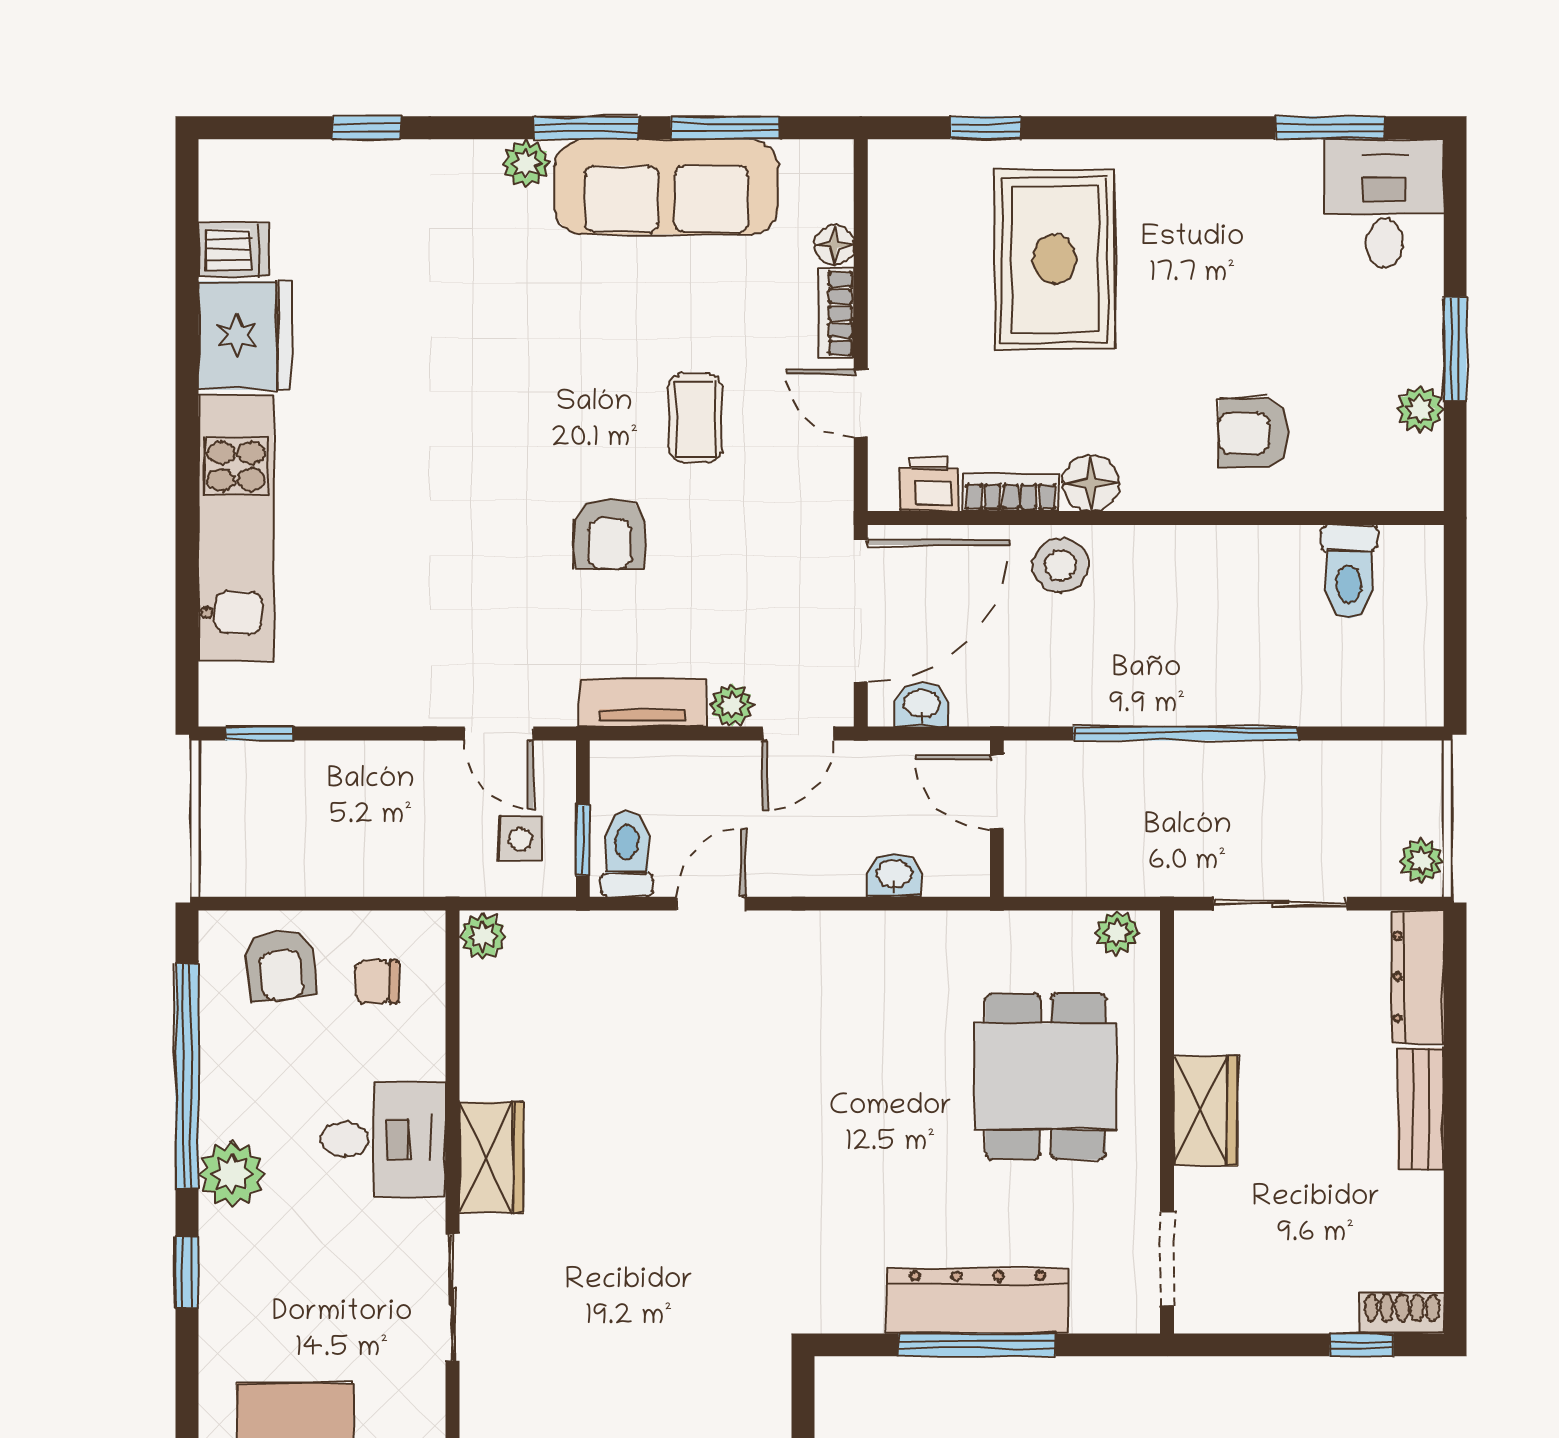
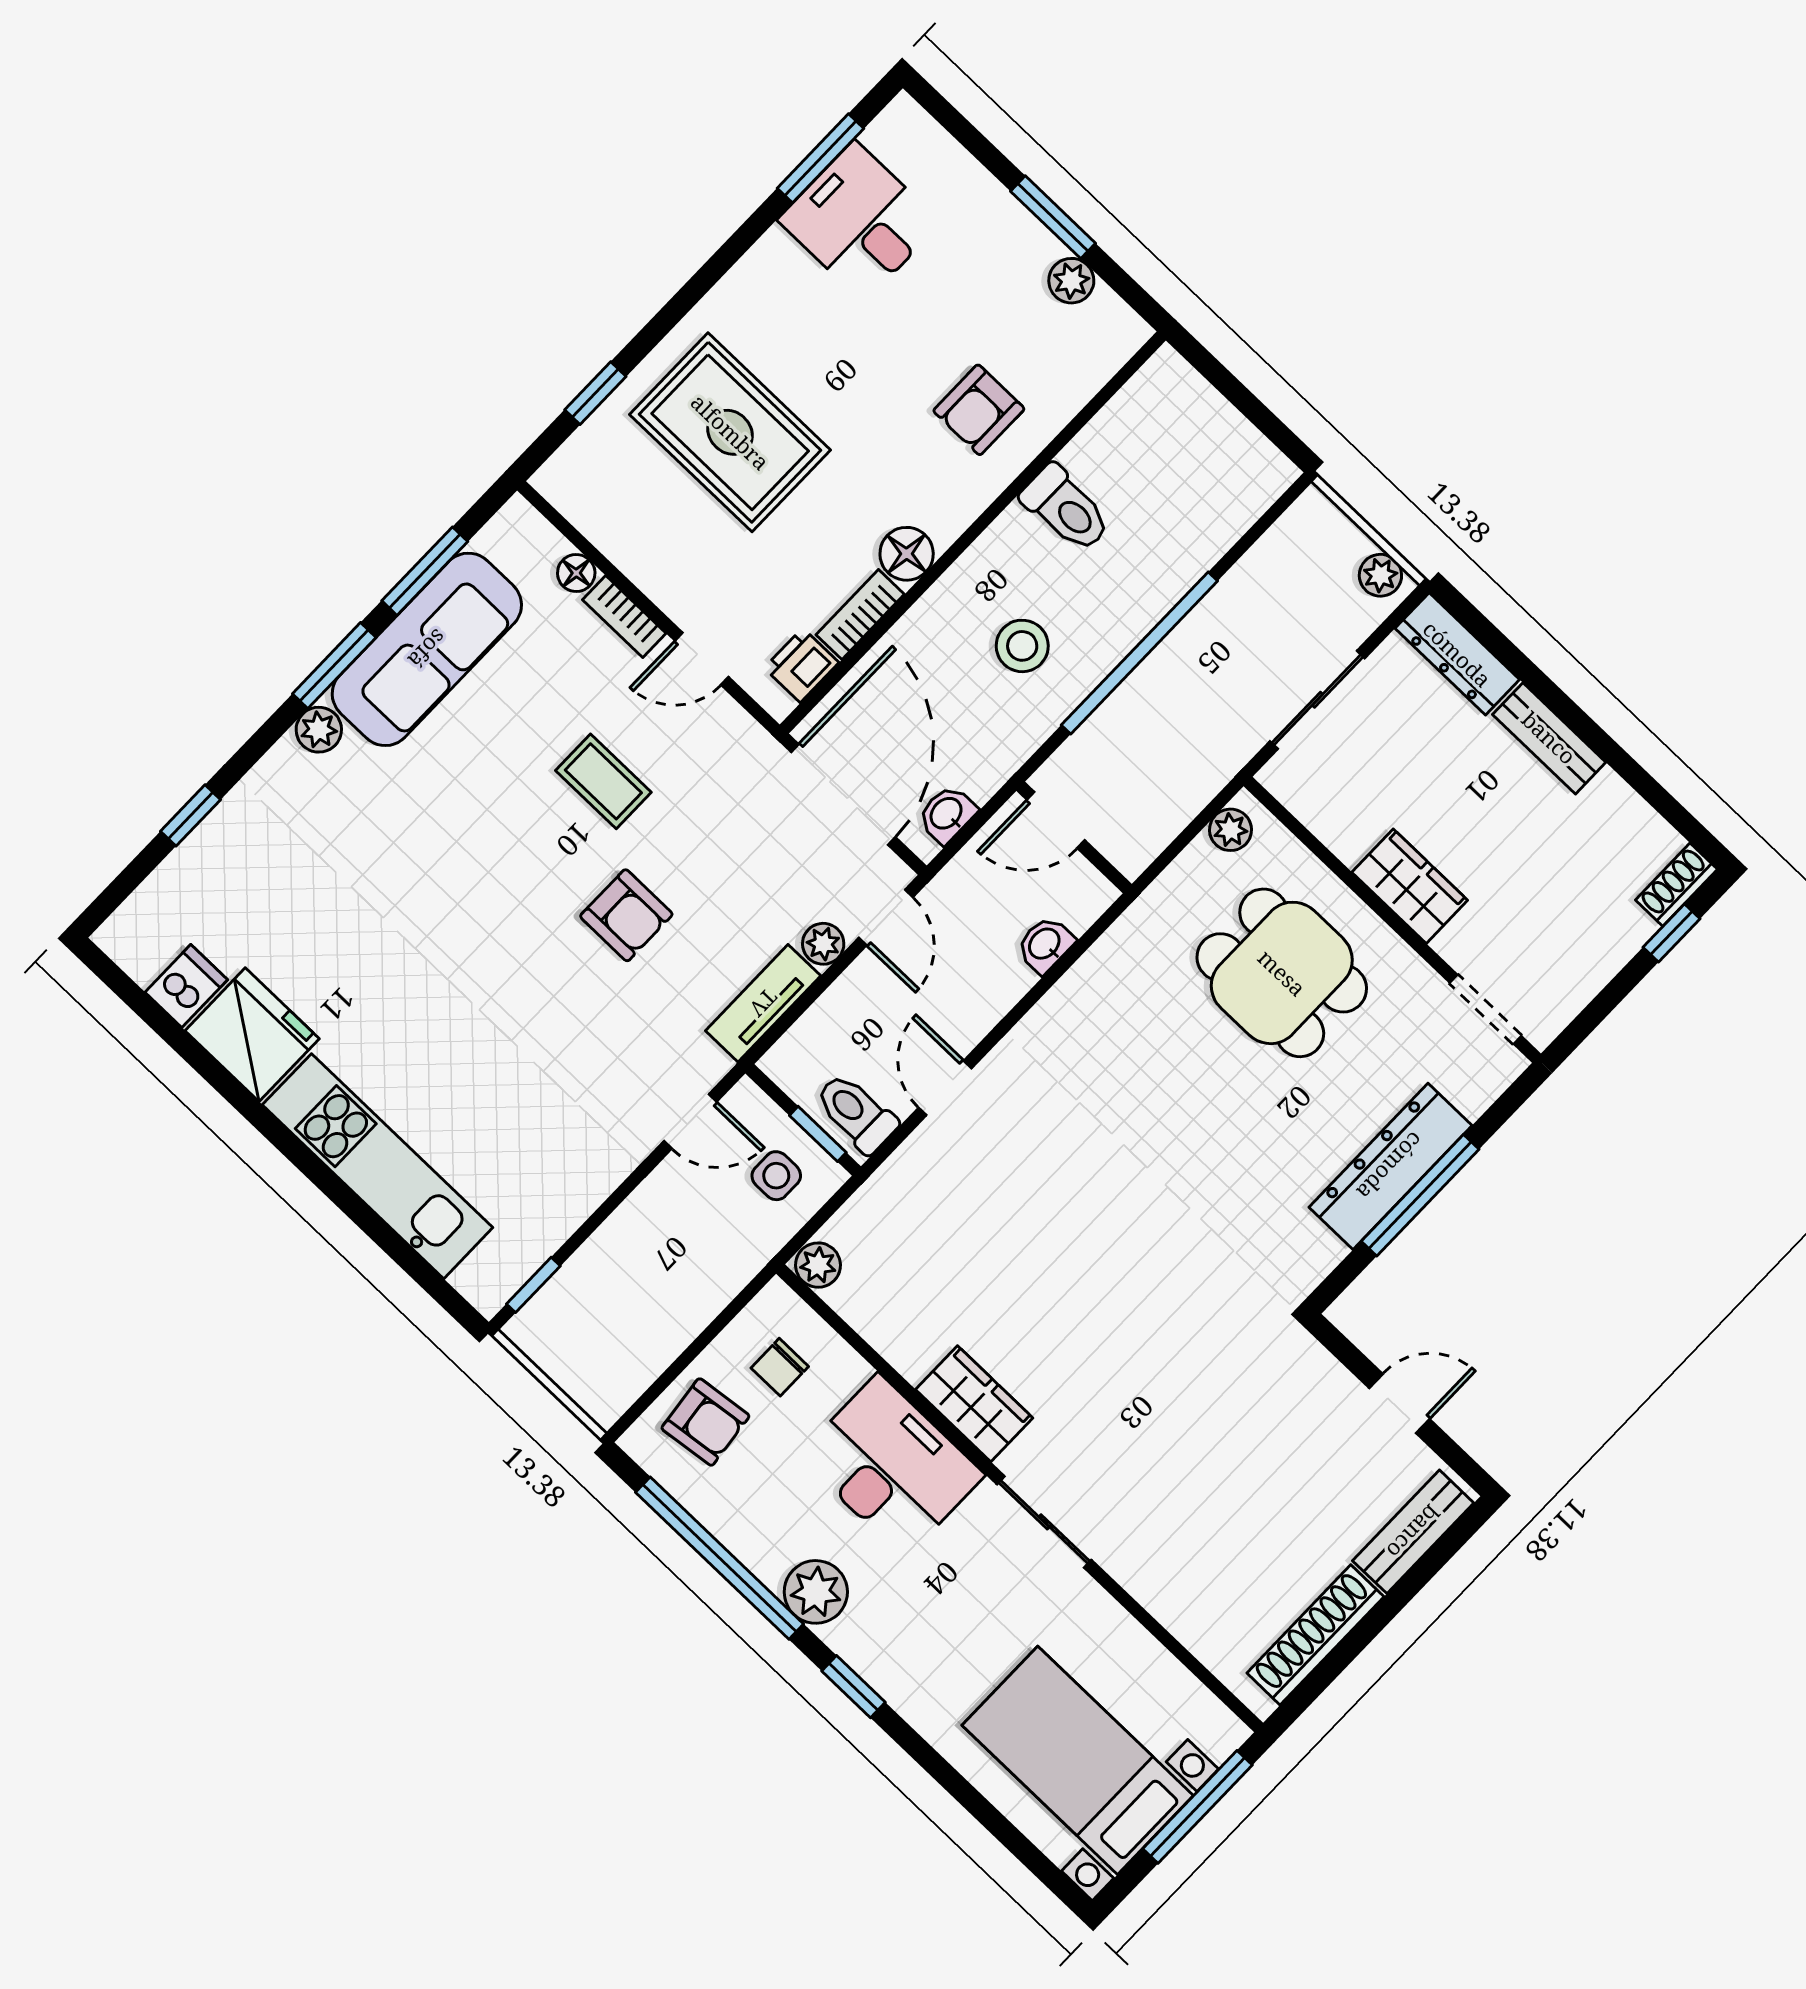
desk: (1384, 204) -> (859, 221), moved
stool: (1060, 565) -> (1022, 646), moved
toilet: (1349, 572) -> (1066, 509), moved
desk: (383, 1139) -> (891, 1466), width x1.37

